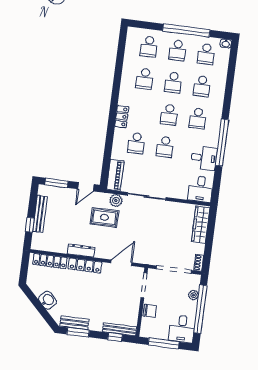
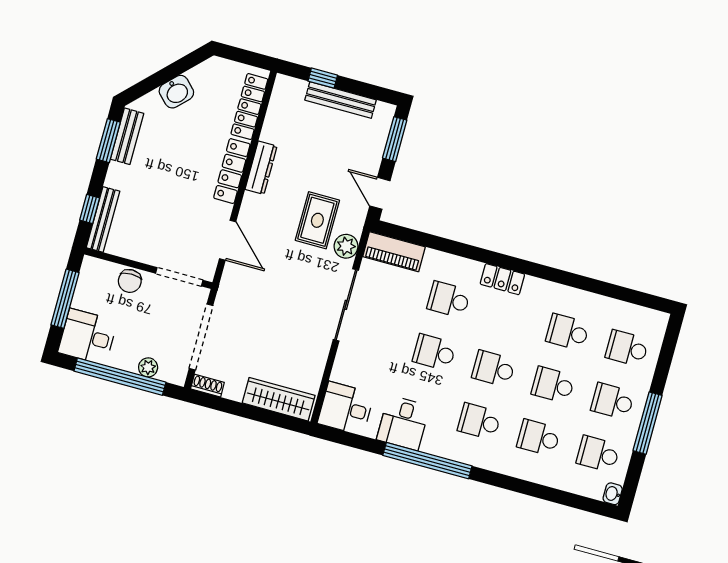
window: (186, 30) -> (648, 423), width x0.68

